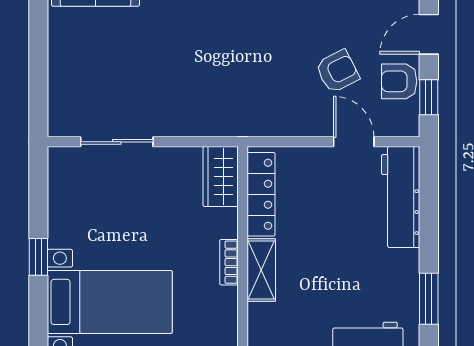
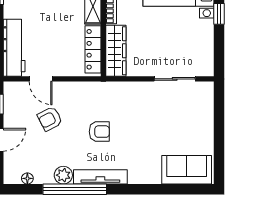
armchair: (399, 81) -> (99, 132), moved
wardrobe: (221, 177) -> (116, 51), width x1.50

